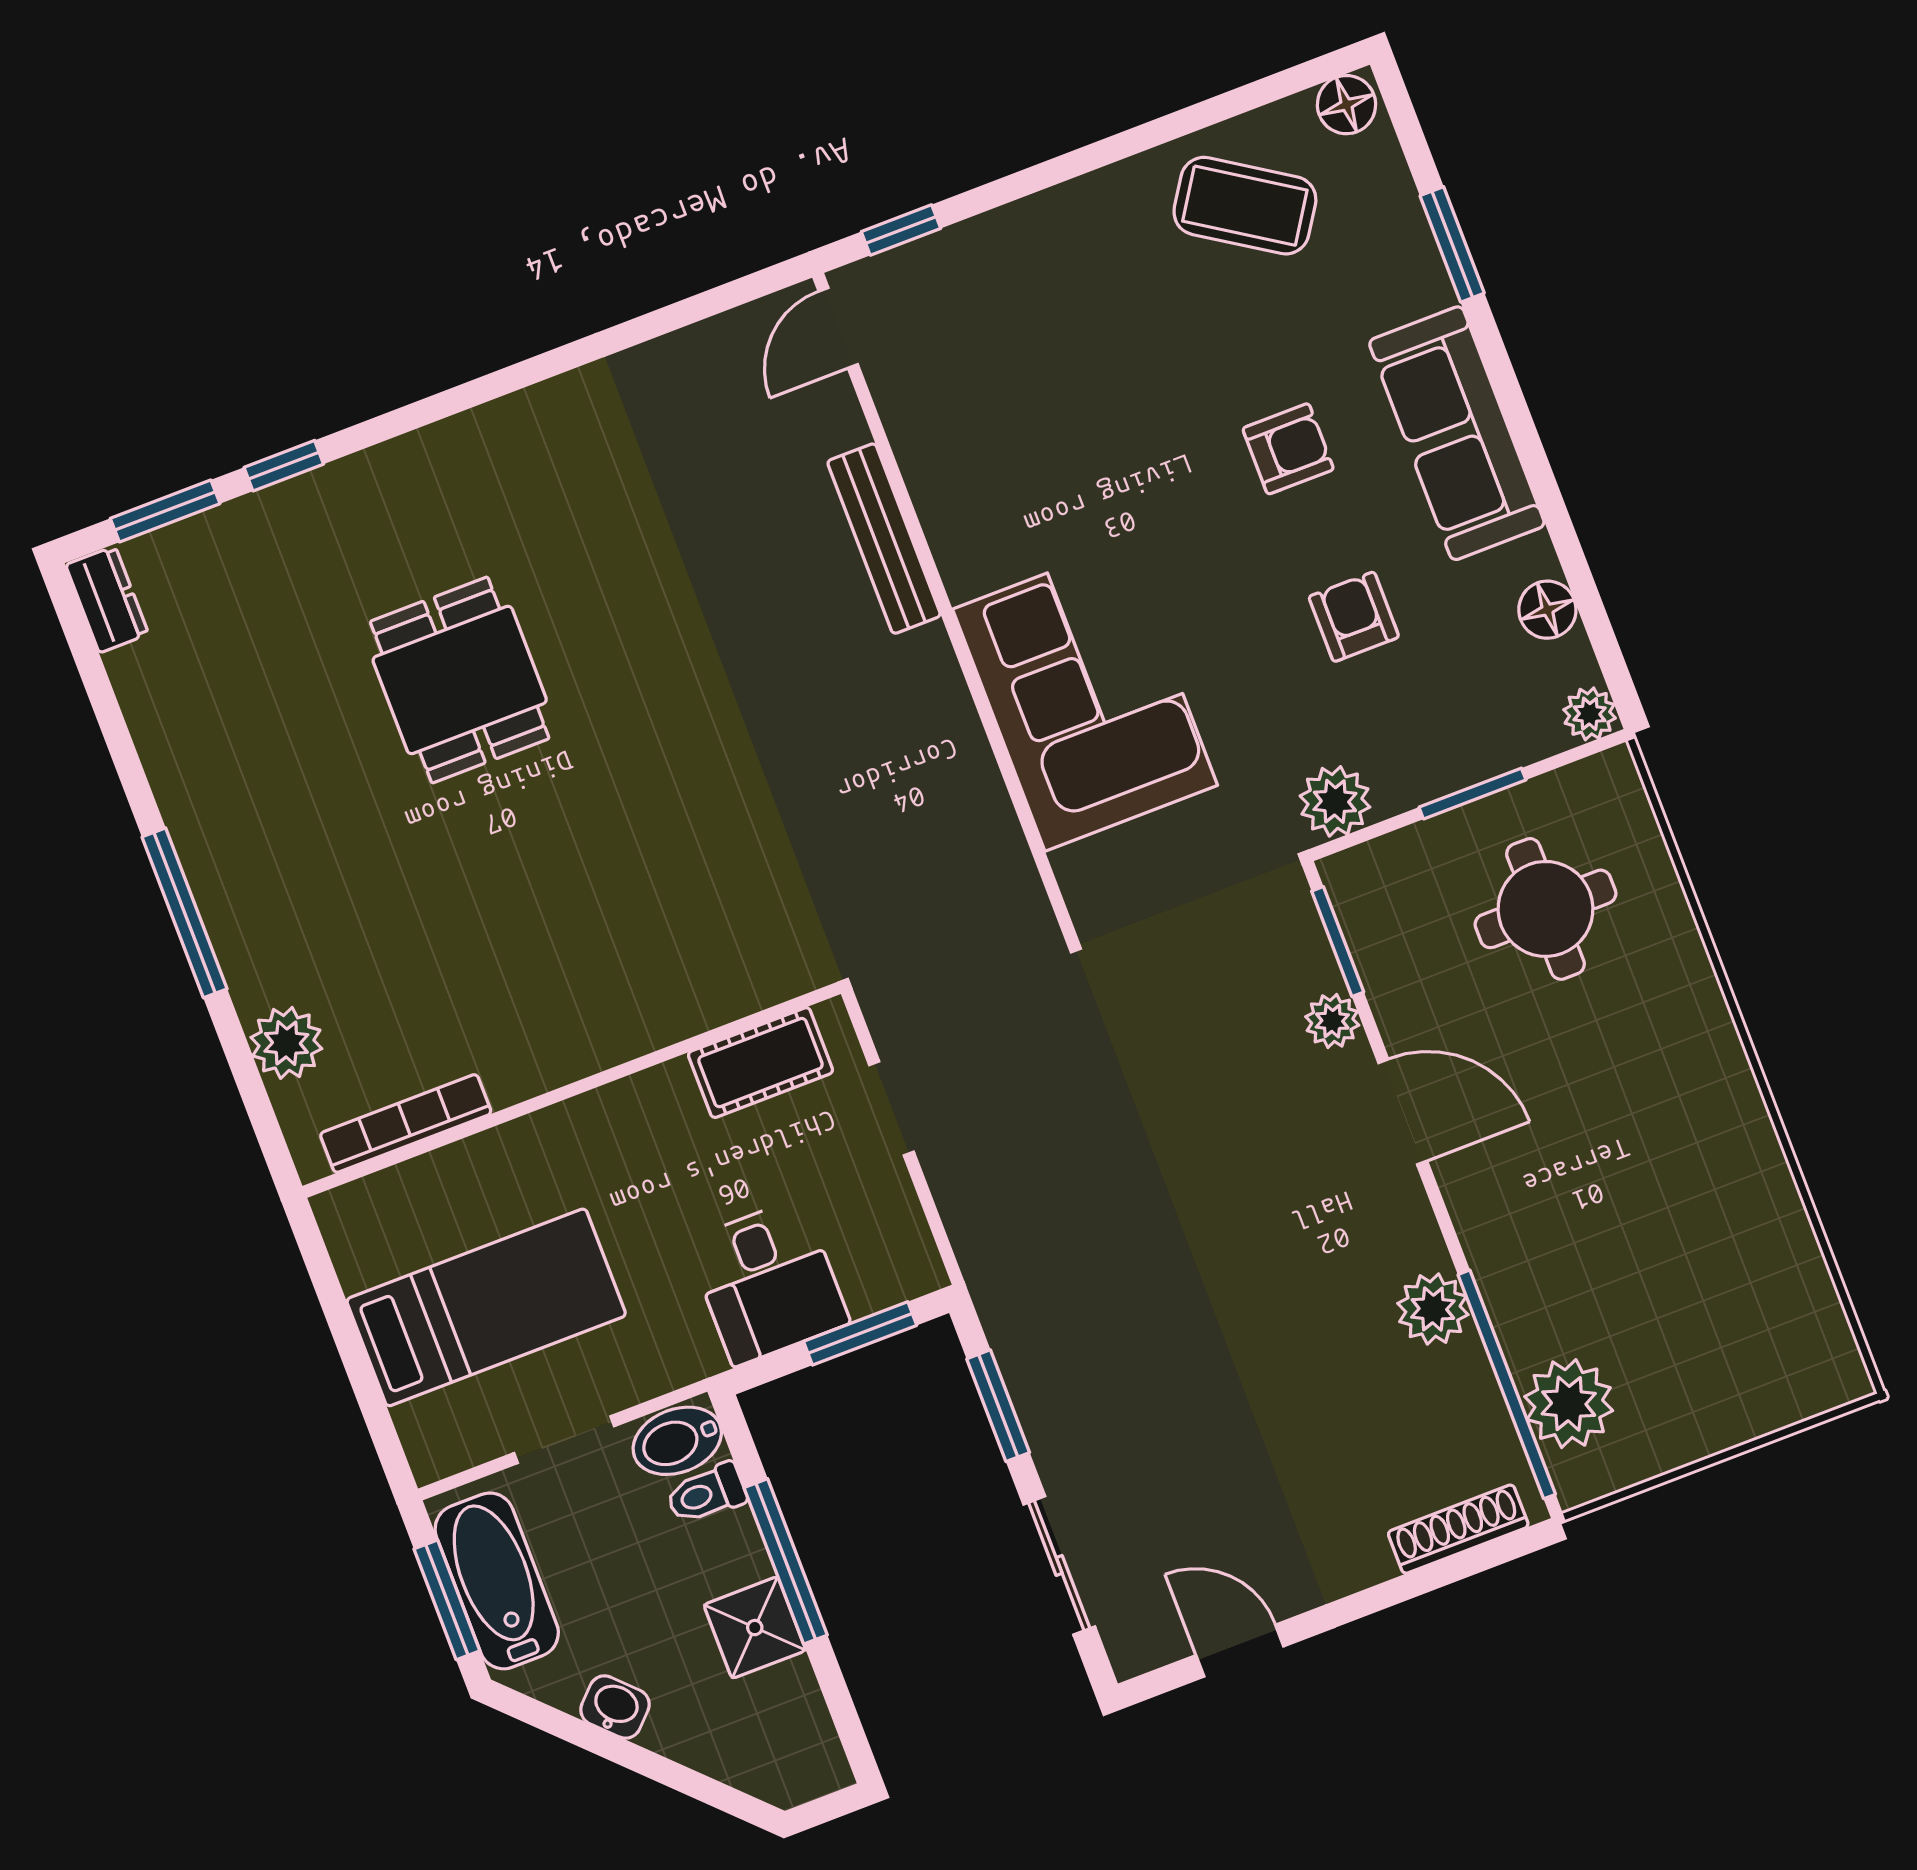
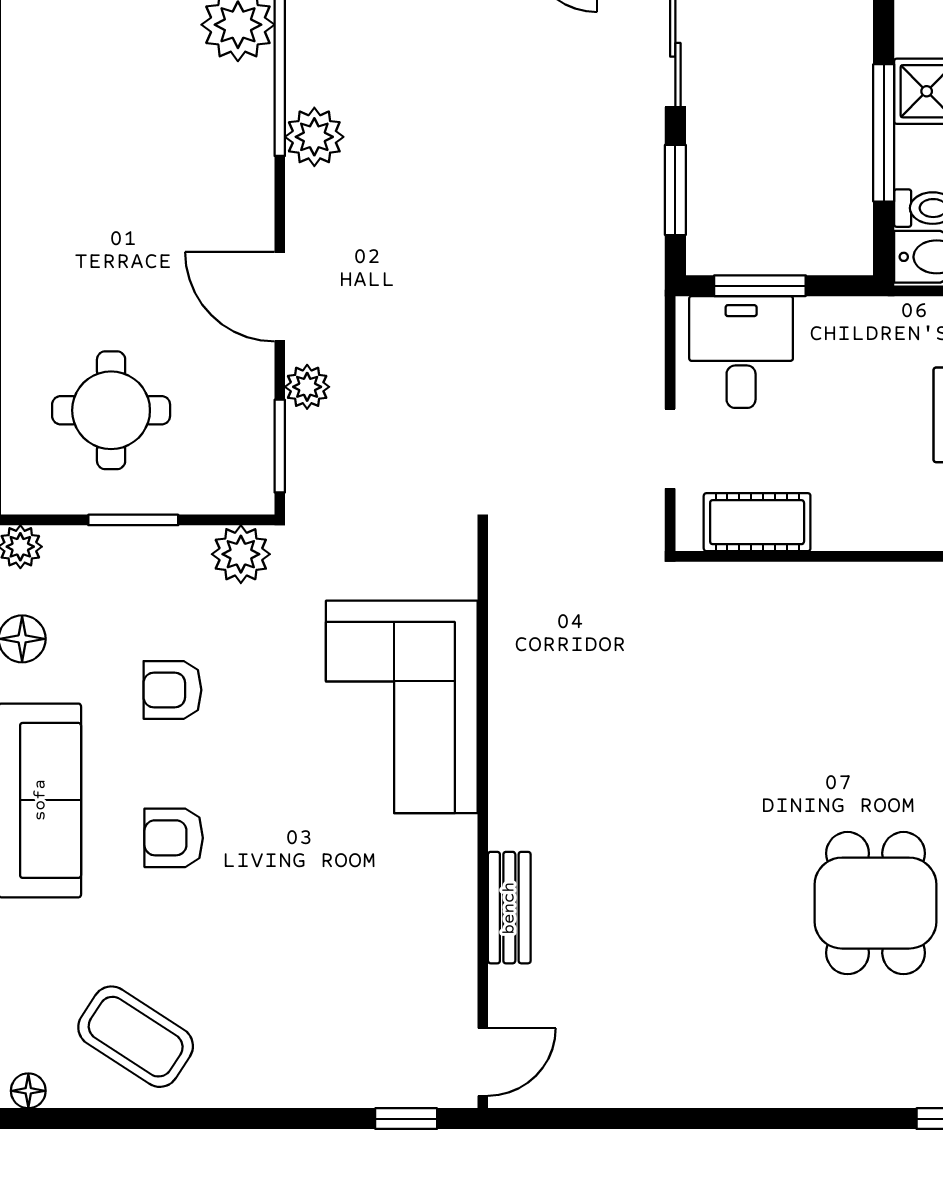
floor lamp: (1347, 105) -> (28, 1091), width x0.73, depth x0.73
bench: (884, 539) -> (509, 908), width x0.73
armchair: (1354, 617) -> (172, 690), turned 90
desk: (768, 1282) -> (741, 352), moved

